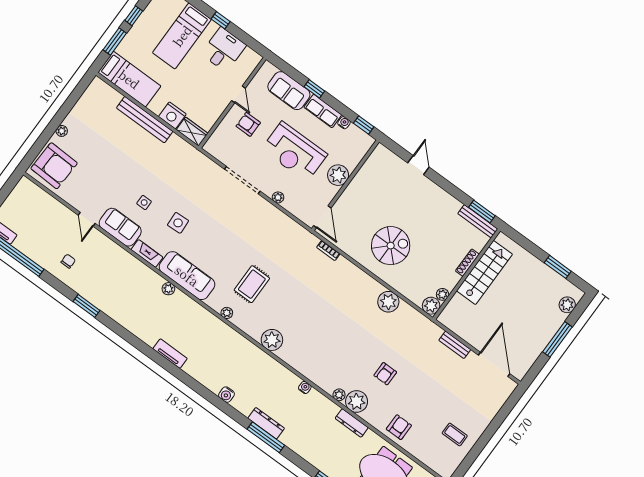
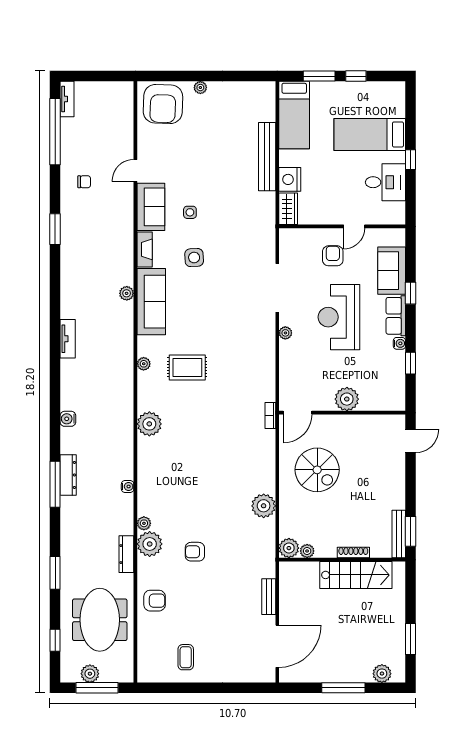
plant: (338, 175) -> (347, 399), moved
wall: (345, 185) -> (342, 413), moved
door: (322, 217) -> (298, 413), moved

